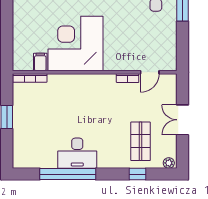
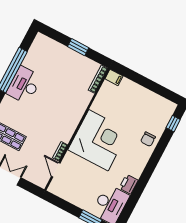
corner desk: (75, 43) -> (98, 140), moved
filing cabinet: (40, 62) -> (114, 77), moved

